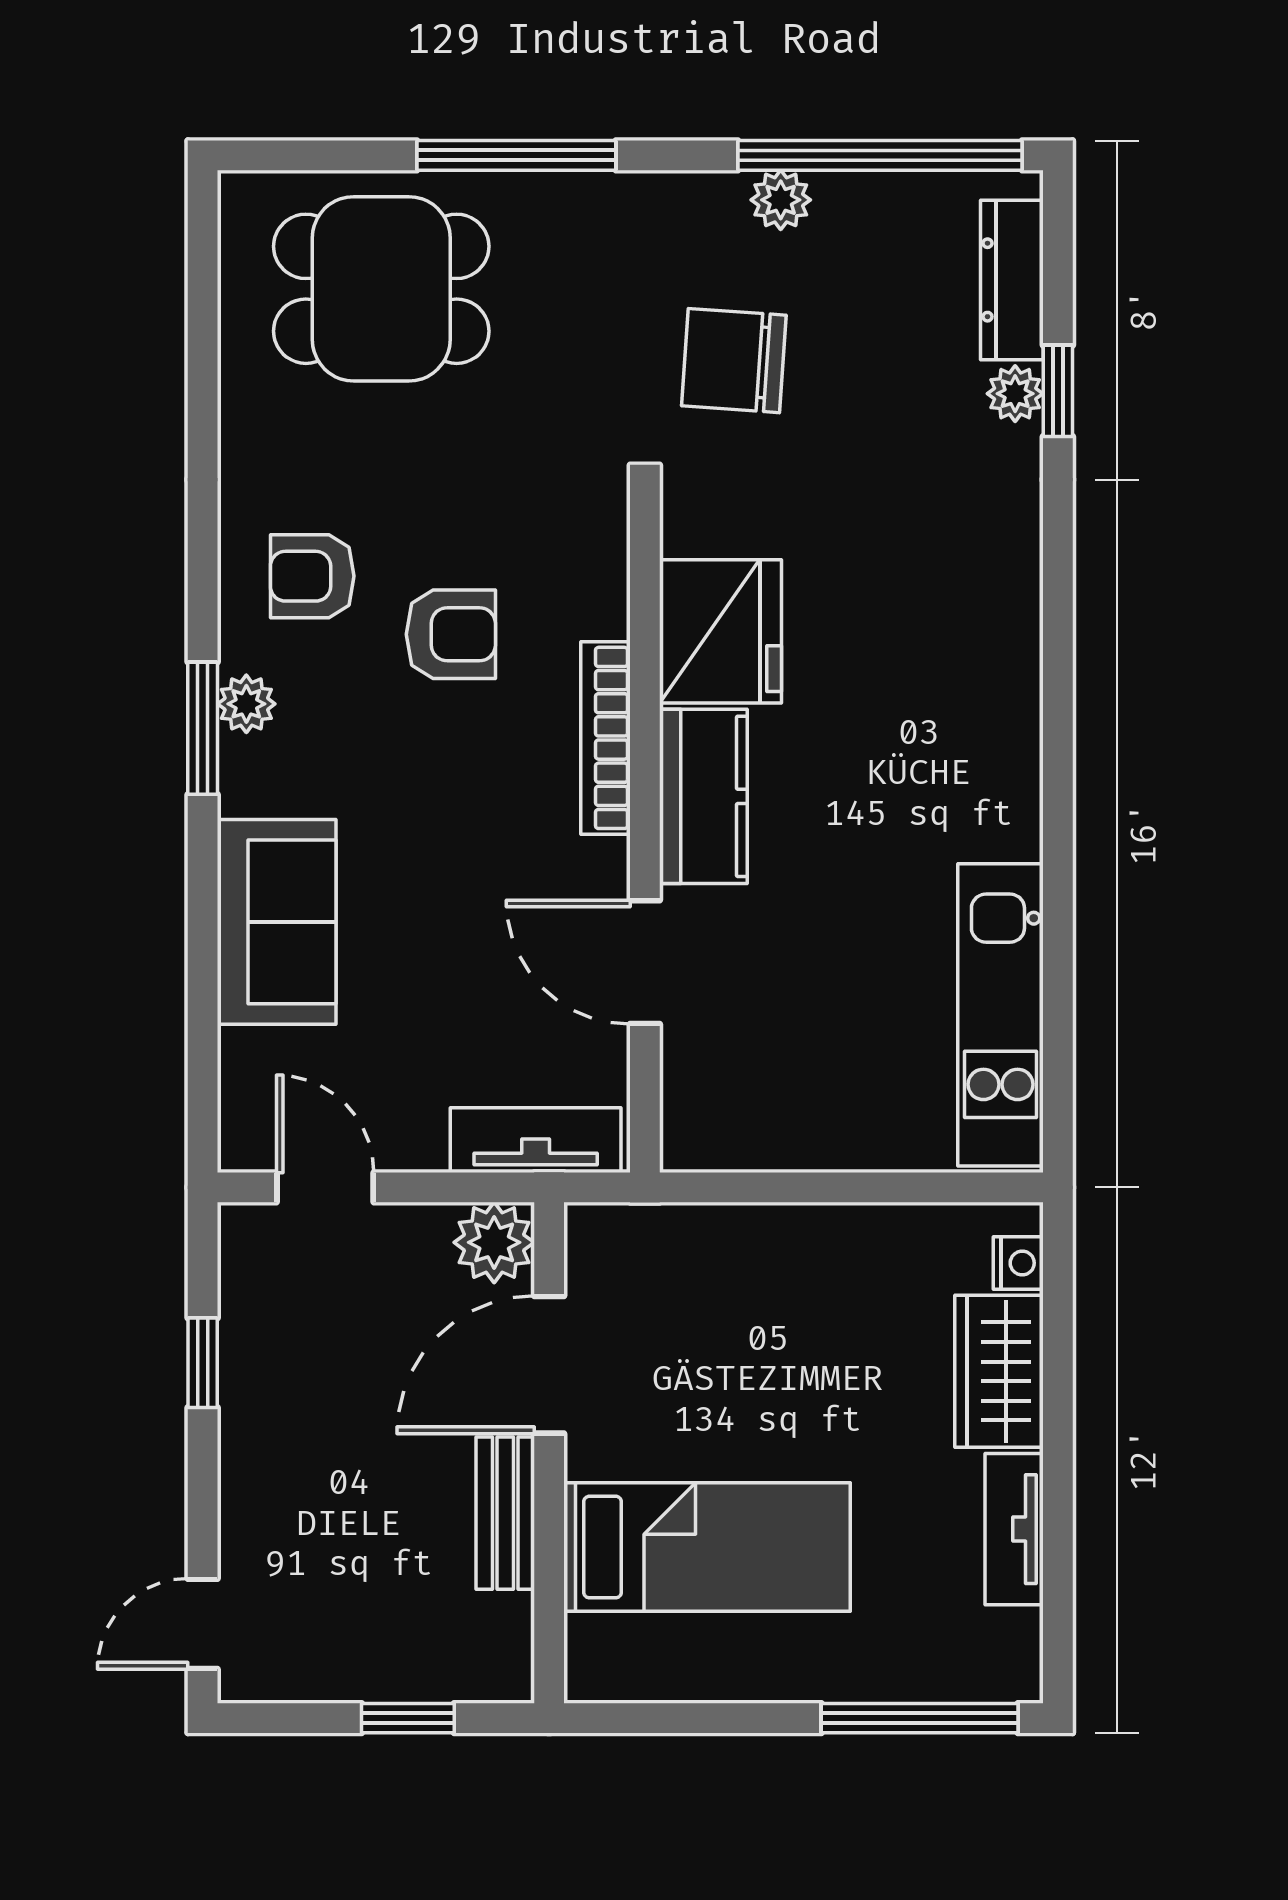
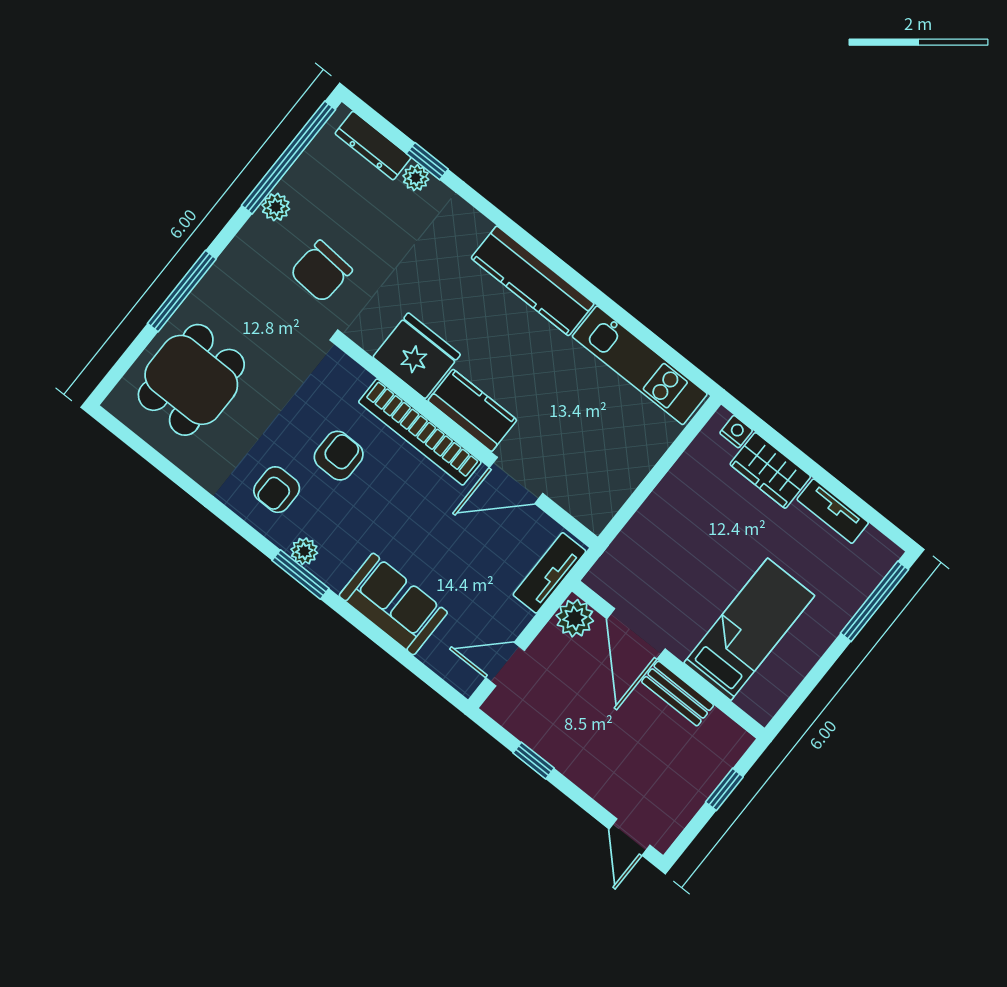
kitchen counter: (999, 725) -> (533, 281), added
bookcase: (606, 738) -> (420, 432), width x1.48, depth x1.31

